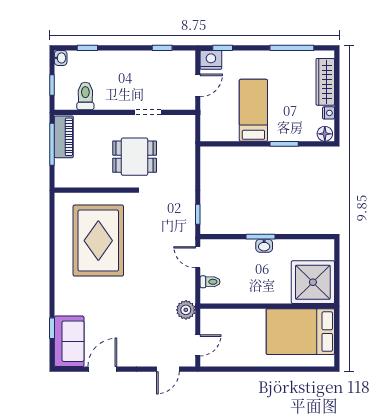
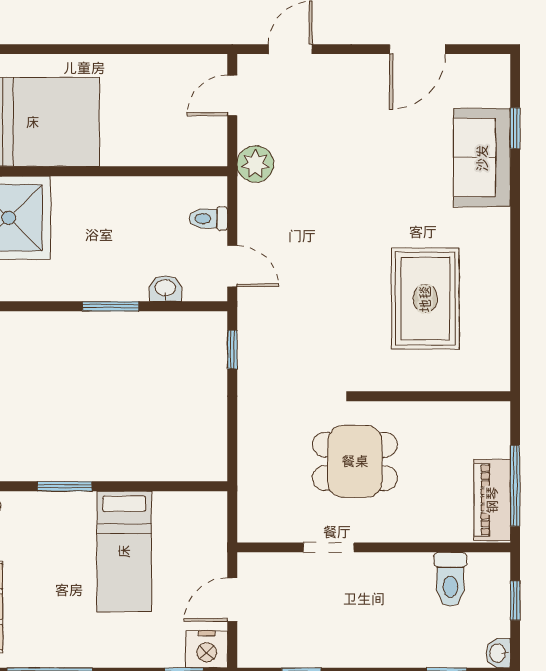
rug: (98, 241) -> (425, 299), width x0.73, depth x0.69
washbasin: (264, 246) -> (165, 289), moved
sofa: (69, 341) -> (482, 158), moved

